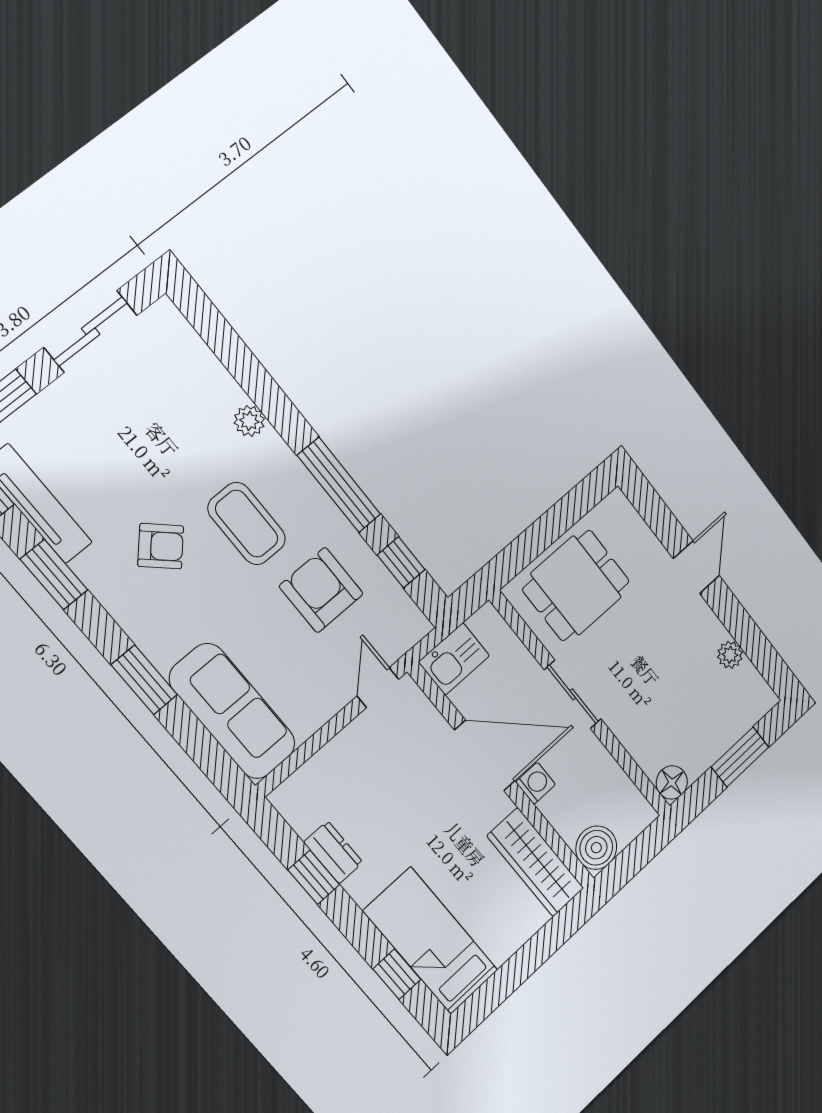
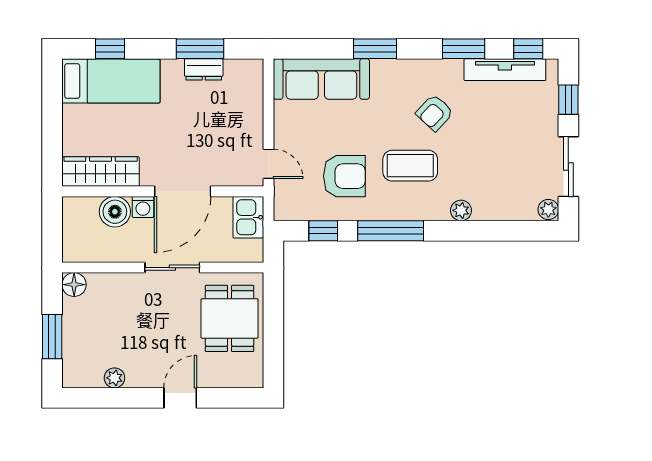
plant: (163, 316) -> (548, 209), added
door: (696, 567) -> (180, 398), swing flipped
boiler: (596, 848) -> (115, 212), moved
window: (314, 877) -> (200, 49), width x1.50

